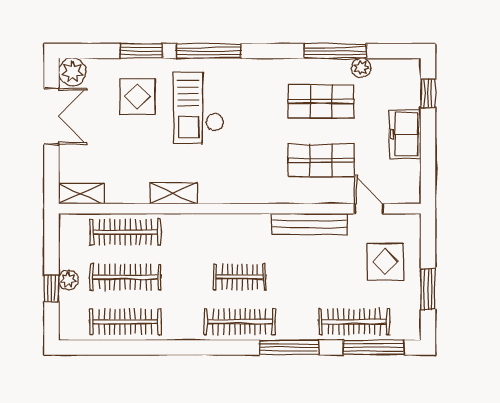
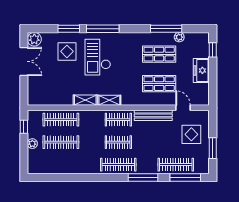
shelving: (81, 194) -> (109, 100), moved
window: (51, 288) -> (24, 127), moved
clothes rail: (125, 322) -> (118, 120), moved, width x0.73

